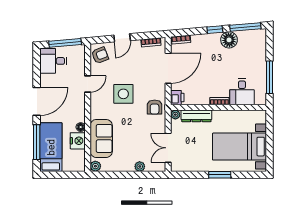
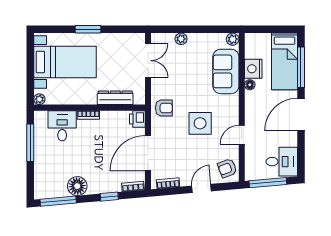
window: (215, 30) -> (109, 197), moved
armchair: (155, 107) -> (164, 108), turned 90
plant: (175, 115) -> (39, 99), moved

